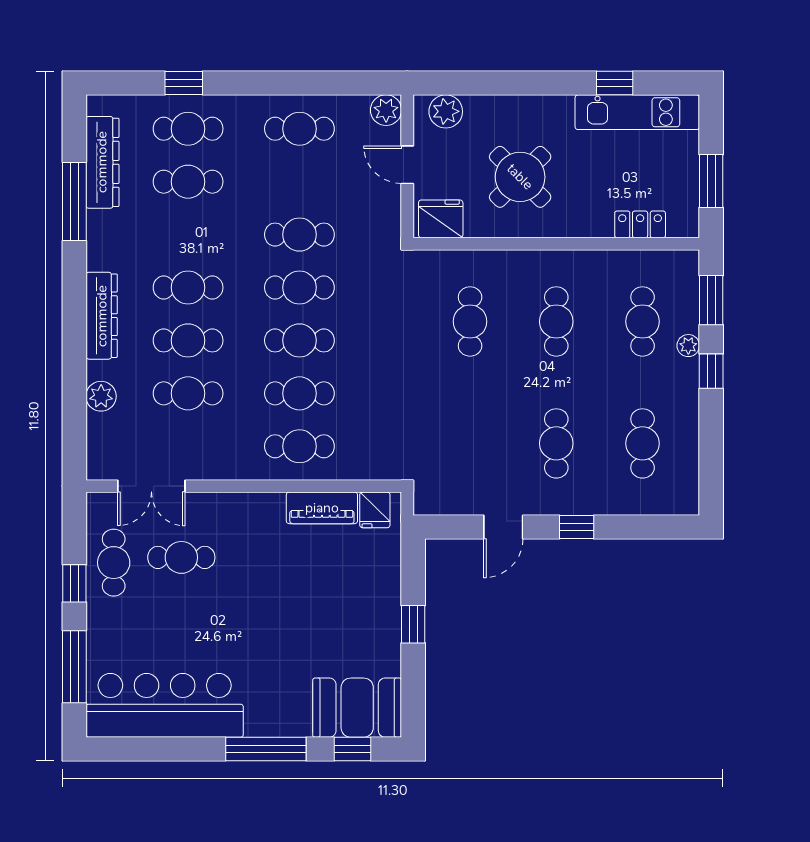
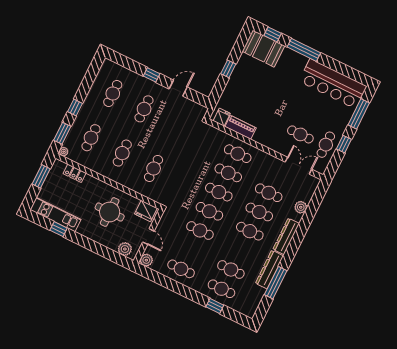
dresser: (102, 162) -> (269, 270), moved
round table: (520, 177) -> (110, 212), turned 45
plant: (688, 346) -> (64, 152), moved

